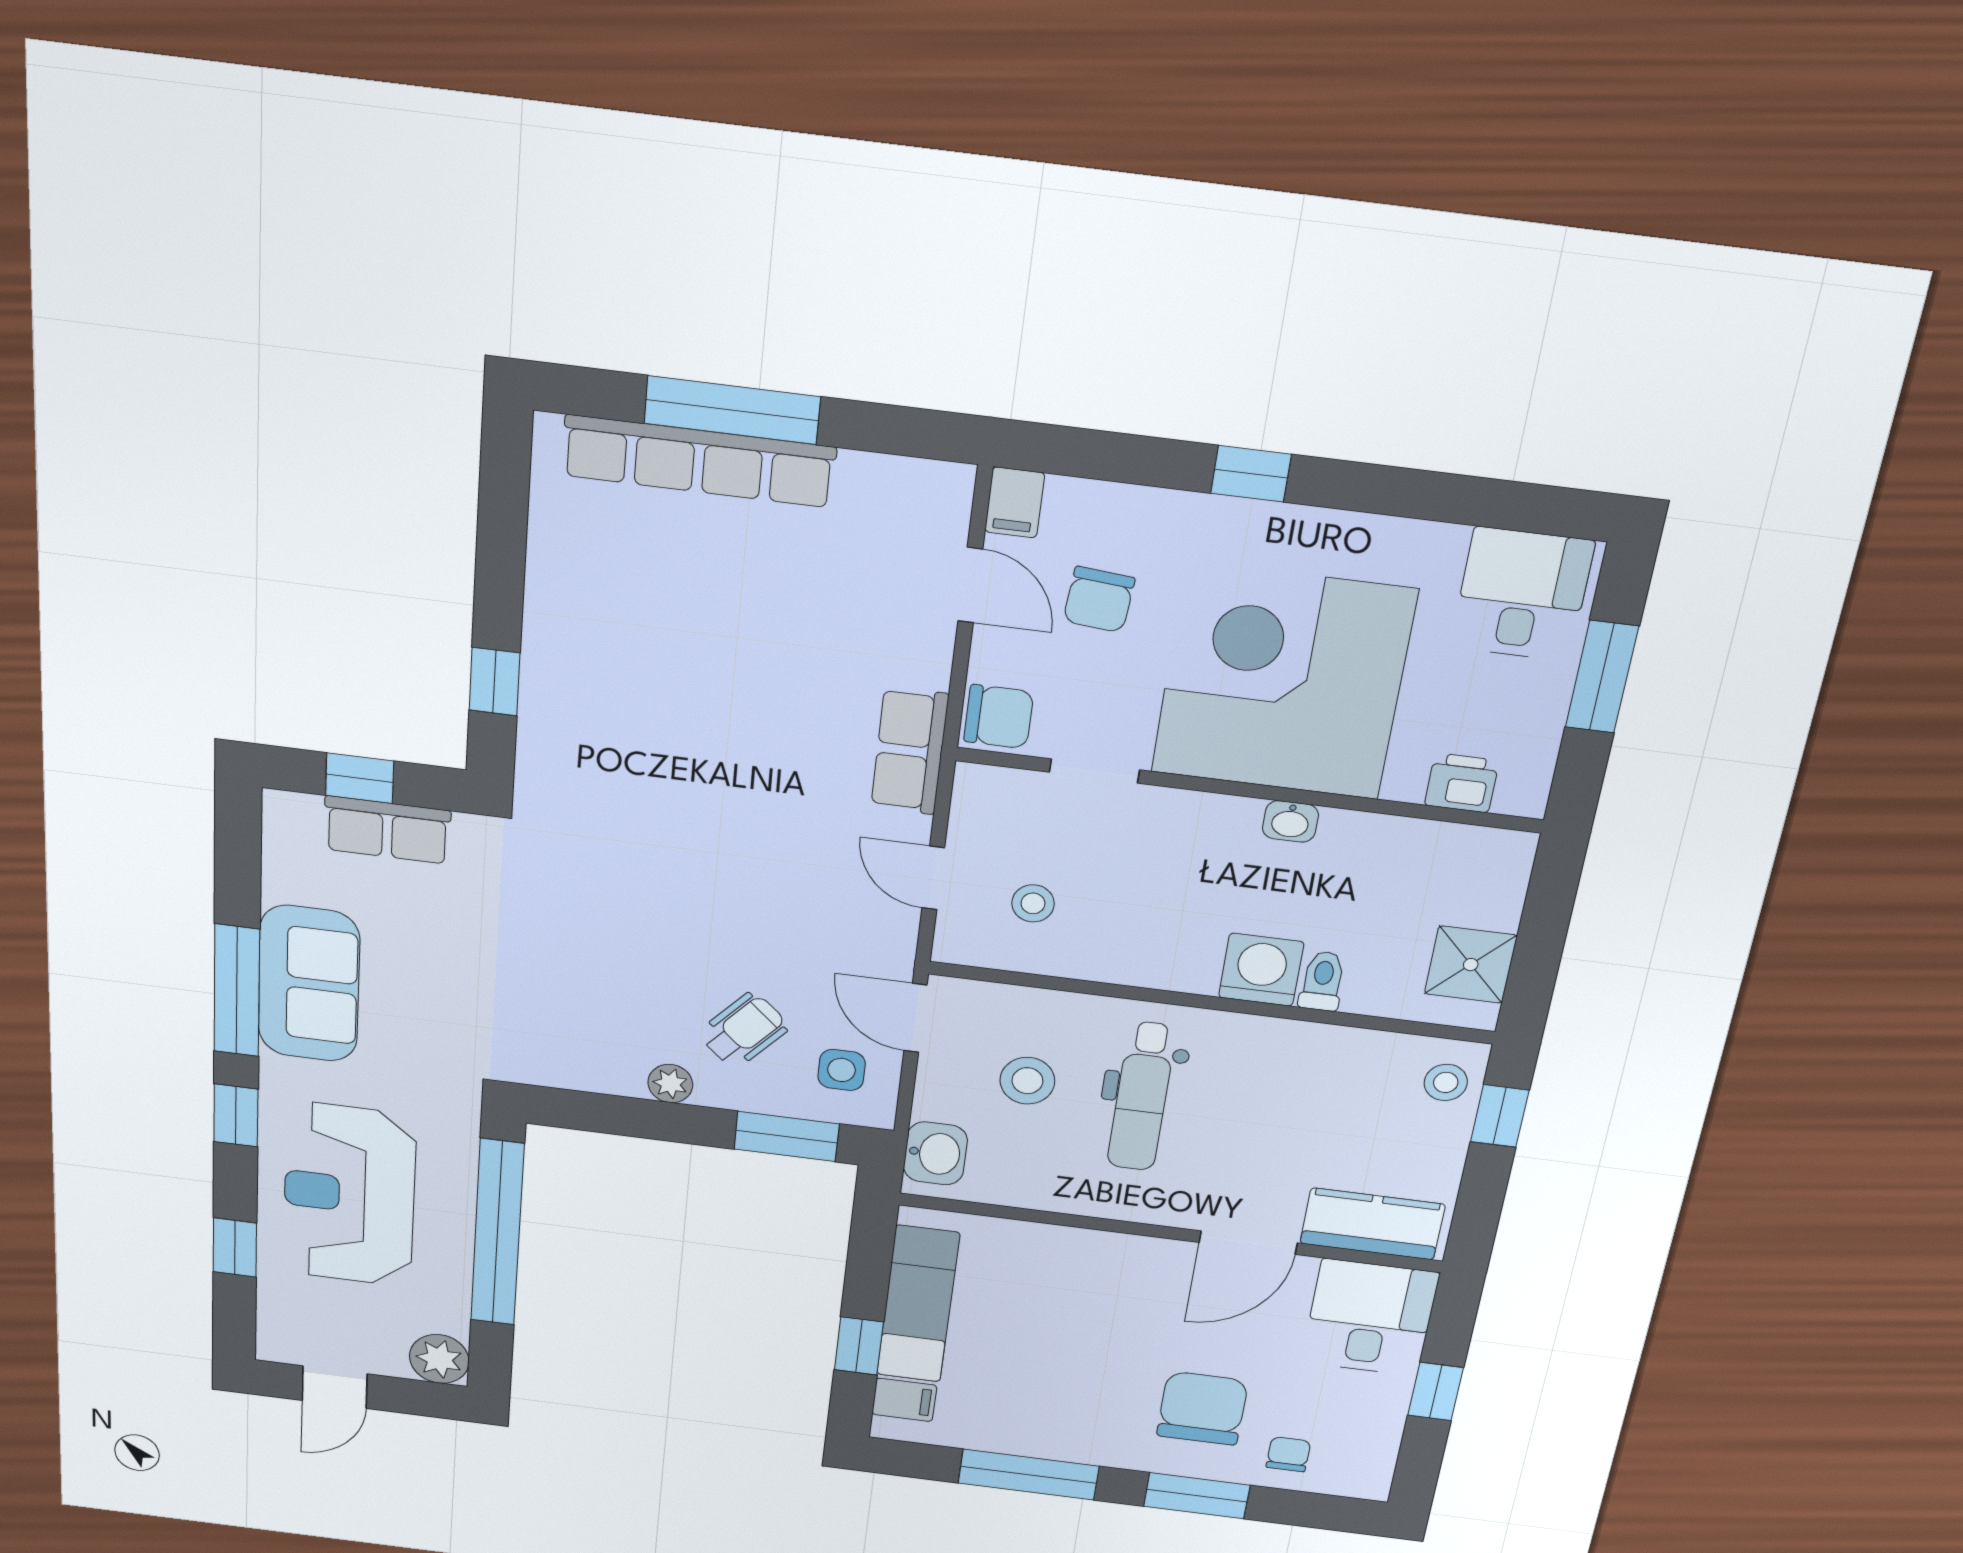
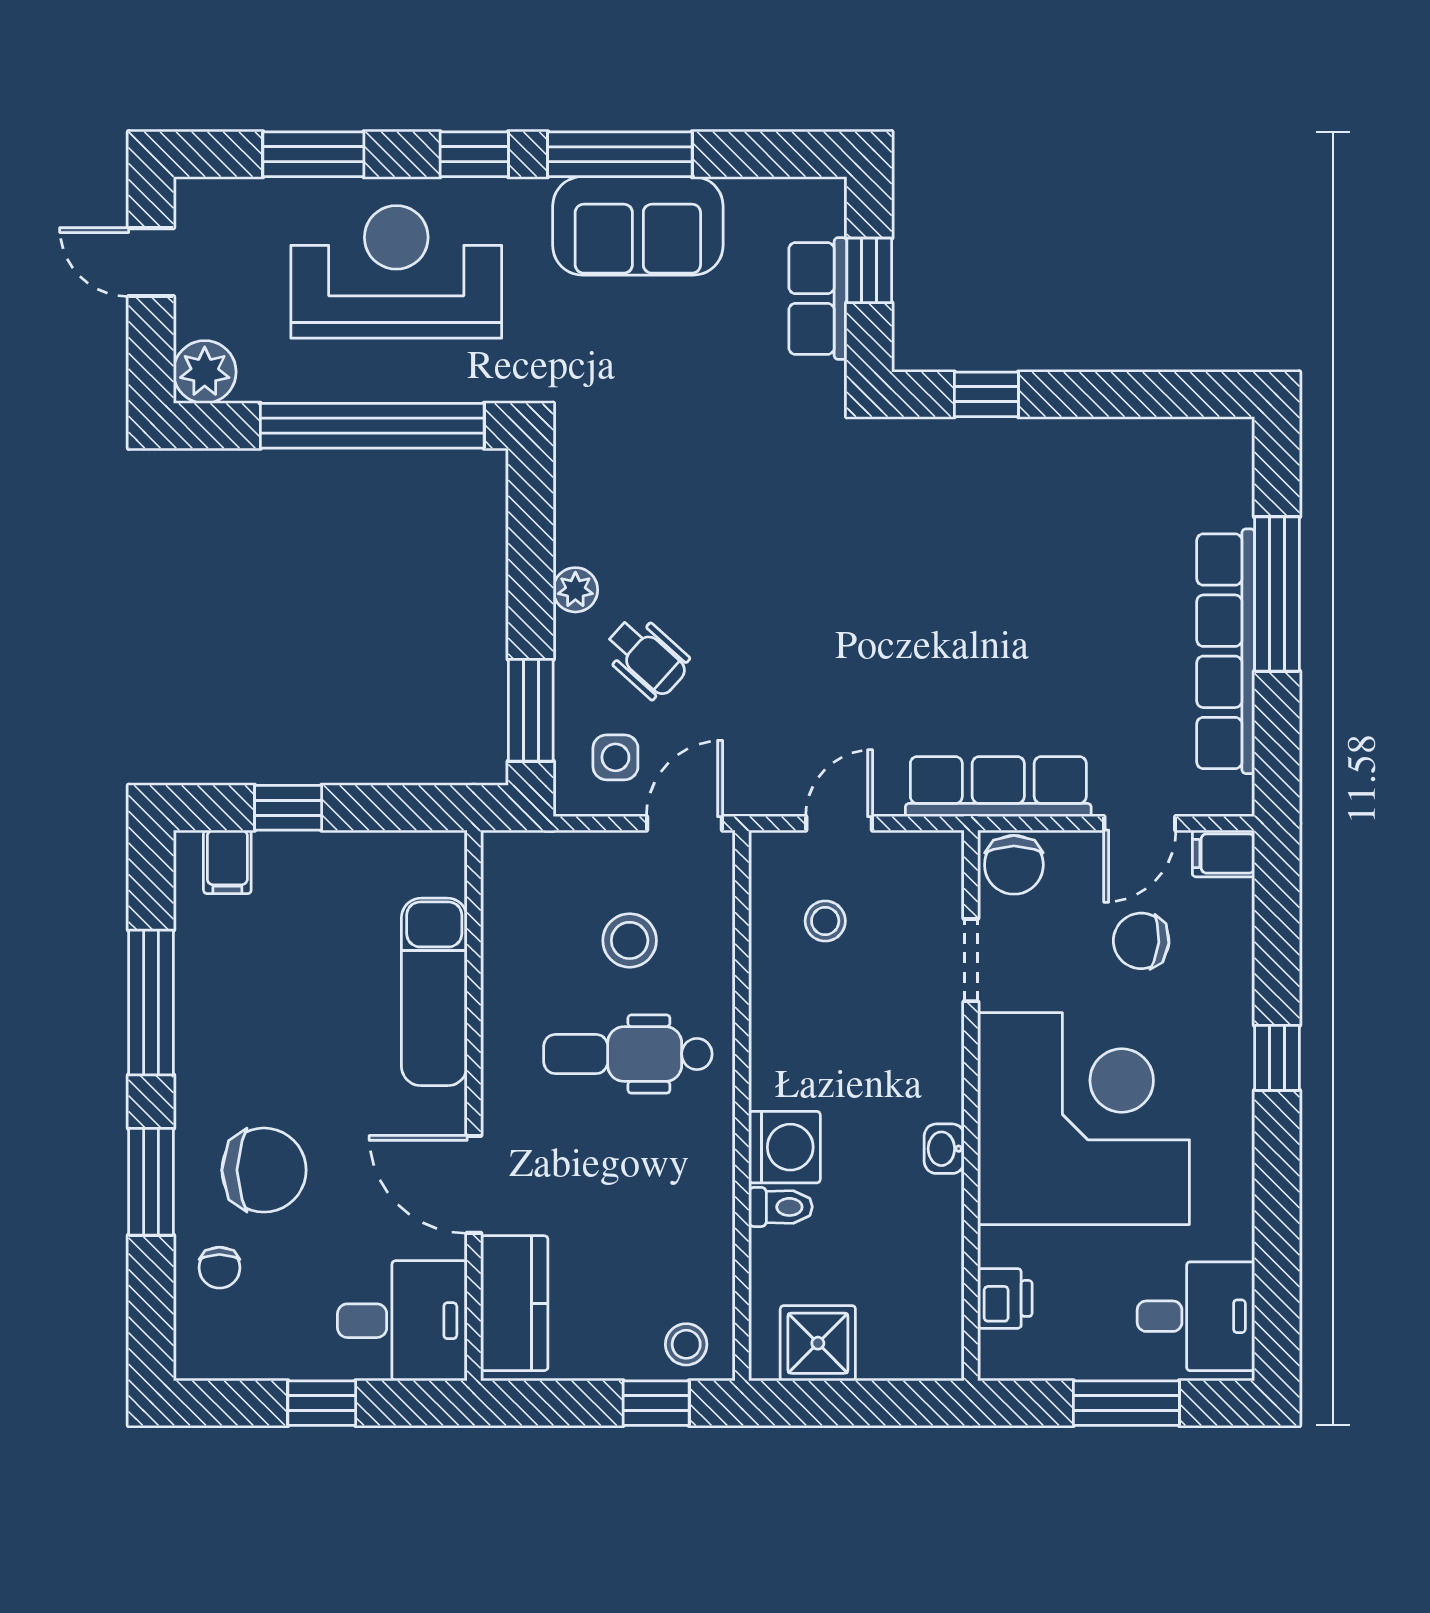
row of seats: (699, 461) -> (1226, 651), moved
row of seats: (910, 751) -> (998, 787), width x1.48
washbasin: (935, 1153) -> (533, 860), removed
window: (235, 1248) -> (313, 154), width x1.50
exam couch: (918, 1304) -> (434, 992), moved, turned 90
chair: (1288, 1454) -> (219, 1268), turned 90

